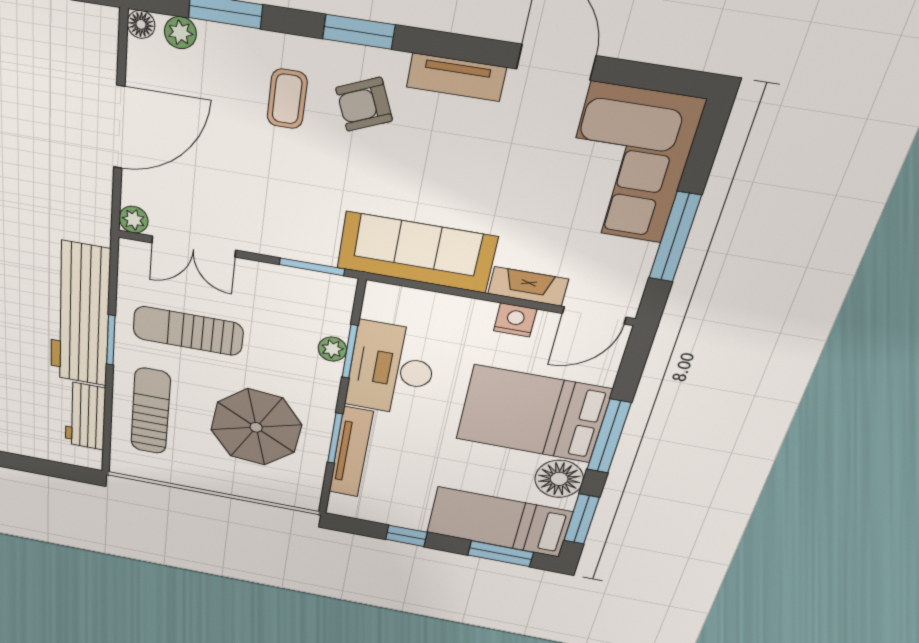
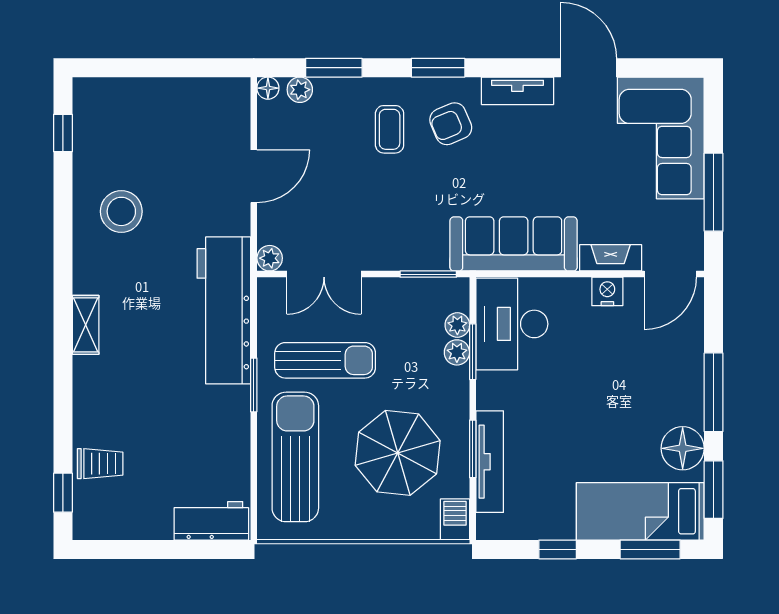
door: (119, 127) -> (254, 176), width x0.73
workbench: (80, 314) -> (224, 310), moved
plant: (337, 323) -> (457, 325), added
sun lounger: (188, 331) -> (325, 360), turned 180
desk: (391, 369) -> (512, 324), moved
sun lounger: (151, 411) -> (295, 457), width x1.36, depth x1.34
bed: (533, 414) -> (643, 383), removed
workbench: (85, 416) -> (211, 521), moved, turned 90
barbecue: (307, 493) -> (455, 519), added

